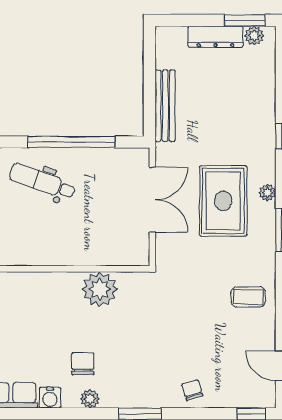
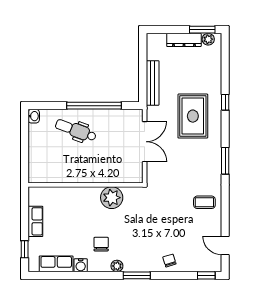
plant: (267, 193) -> (216, 137), removed
rug: (223, 201) -> (193, 116), moved
plant: (90, 399) -> (117, 266), moved

